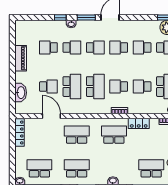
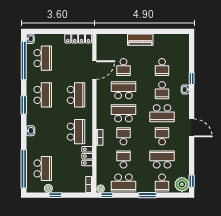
window: (86, 18) -> (192, 104), removed
school desk: (48, 47) -> (162, 67), turned 180
school desk: (95, 47) -> (162, 113), width x1.85
school desk: (142, 47) -> (162, 159), width x1.85
piano: (21, 58) -> (140, 40), moved
school desk: (72, 87) -> (123, 90), turned 180
school desk: (95, 87) -> (123, 113), turned 180
washbasin: (21, 93) -> (118, 40), removed

